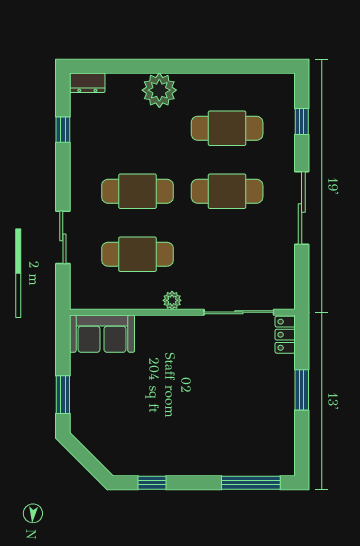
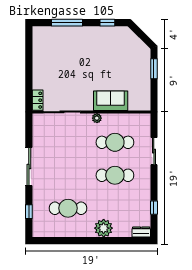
cafe table: (227, 191) -> (68, 175), removed
sofa: (102, 334) -> (111, 101), moved
window: (302, 390) -> (29, 71), removed
window: (251, 483) -> (67, 23), moved

